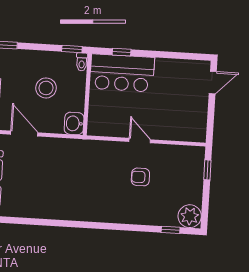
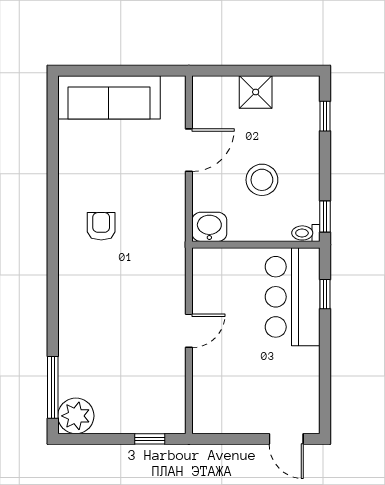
armchair: (140, 177) -> (101, 226), moved
window: (171, 230) -> (53, 387), width x2.17

